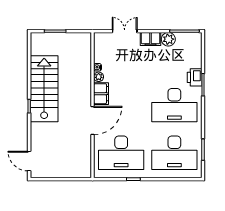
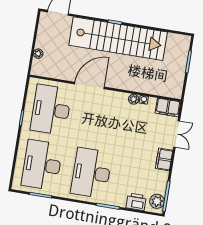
plant: (168, 39) -> (157, 201), moved
printer: (195, 77) -> (136, 202), moved
stairs: (44, 89) -> (118, 39), width x1.36
filing cabinet: (101, 94) -> (168, 107), moved
door: (93, 120) -> (89, 86), swing flipped
plant: (70, 173) -> (38, 54), added

